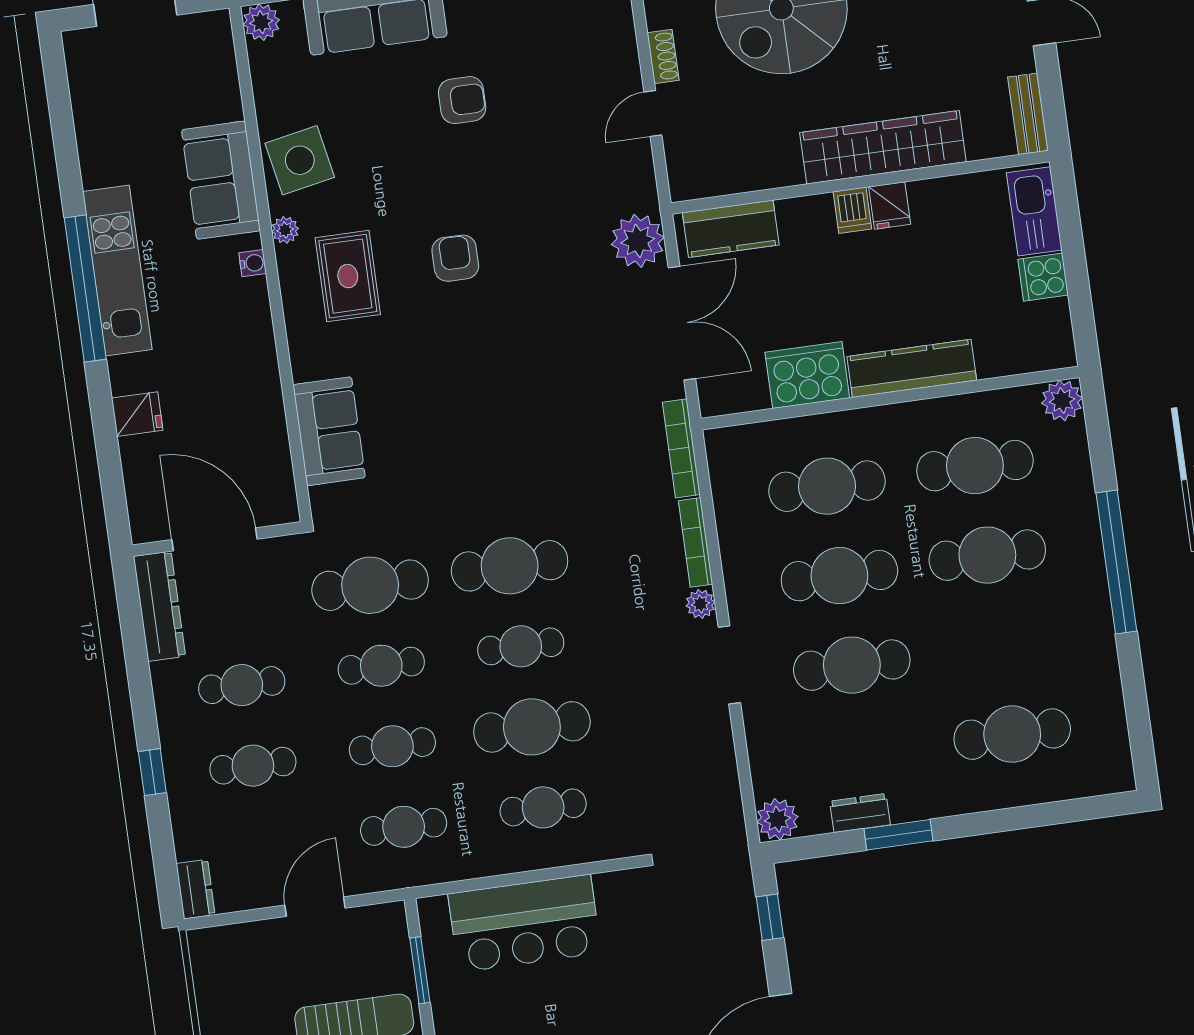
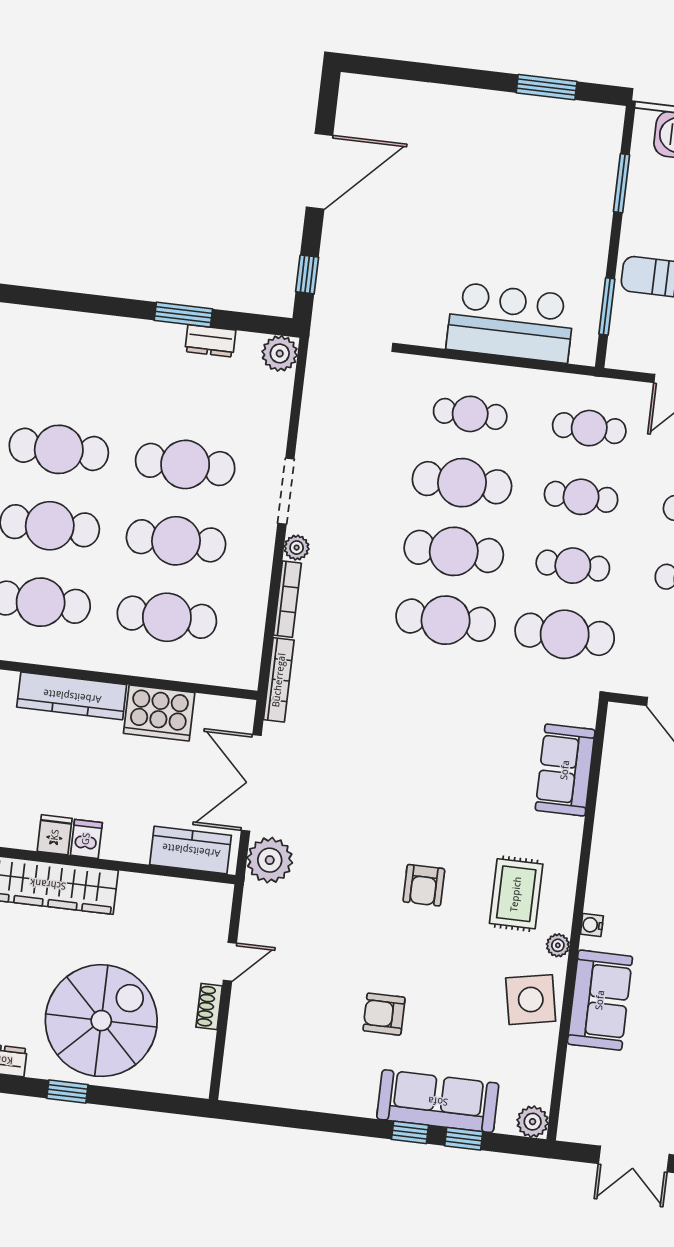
cafe table: (521, 646) -> (454, 551), width x1.37, depth x1.35
cafe table: (1012, 734) -> (59, 449), moved

